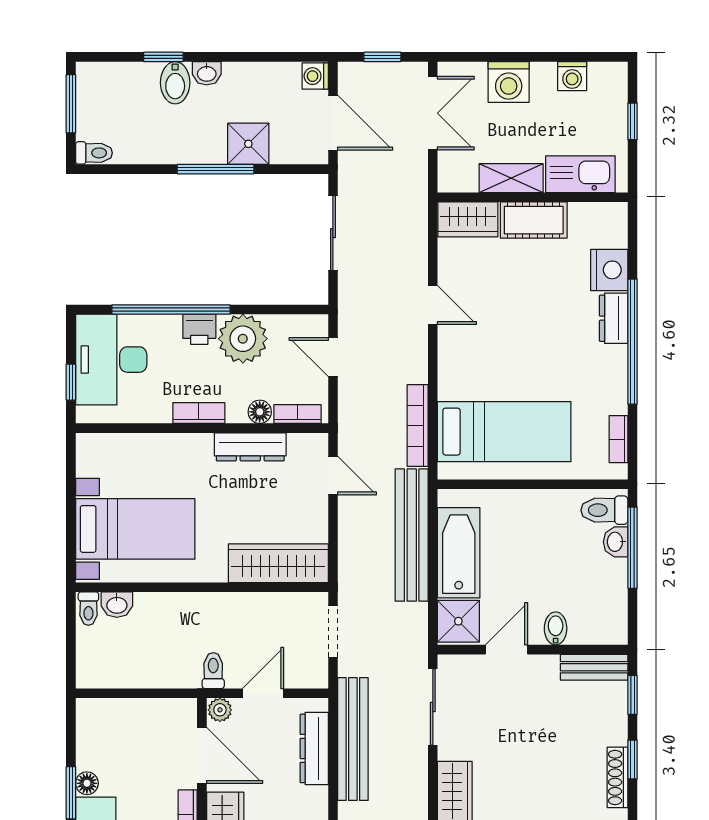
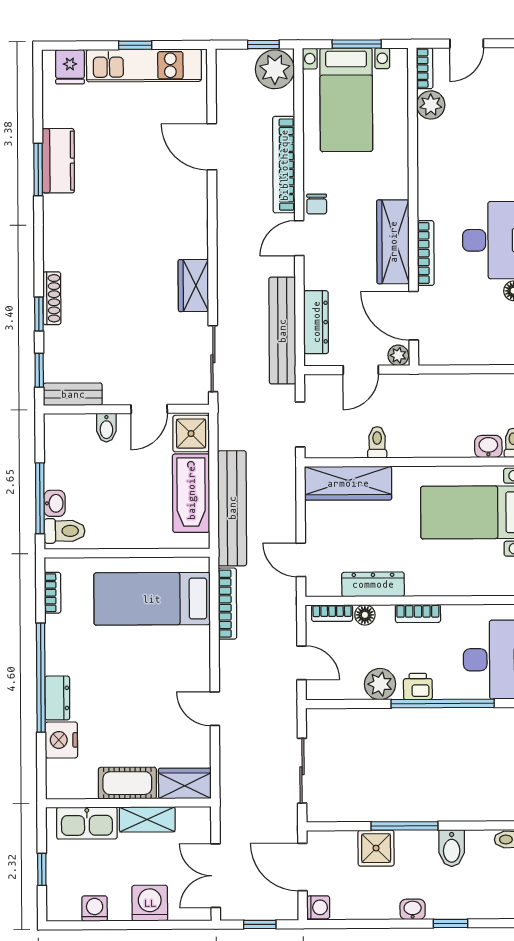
bidet: (175, 83) -> (452, 848), moved, turned 180
plant: (243, 339) -> (380, 684), width x0.73, depth x0.73
toilet: (213, 671) -> (377, 442), moved, turned 180

